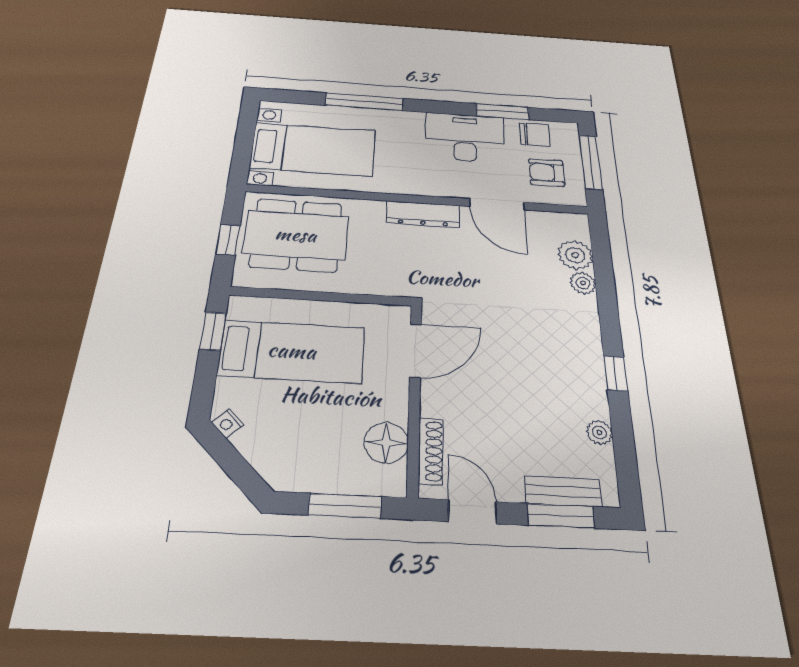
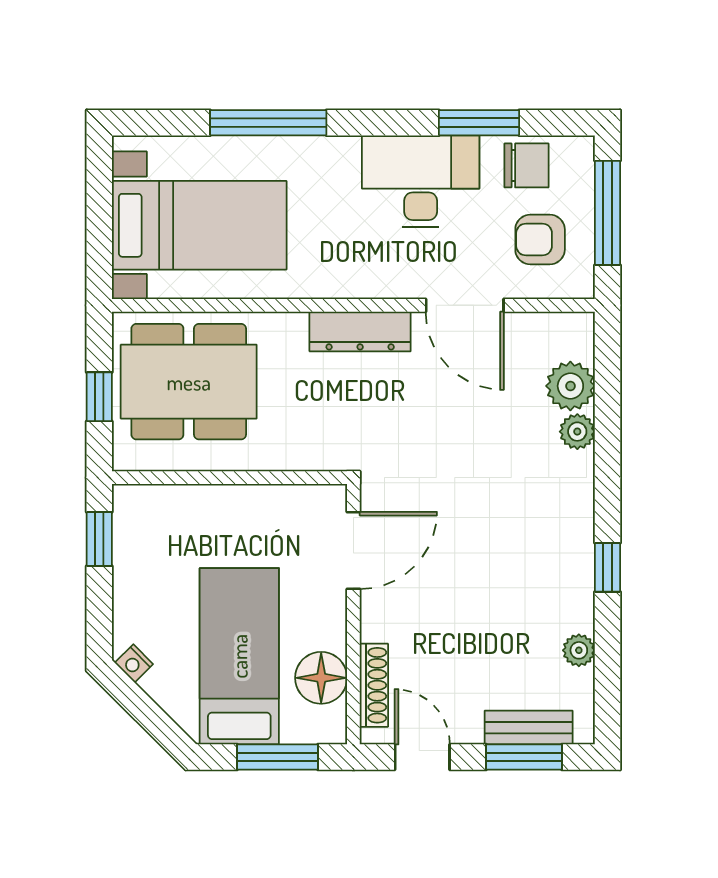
bed: (292, 351) -> (239, 656), moved, turned -90

